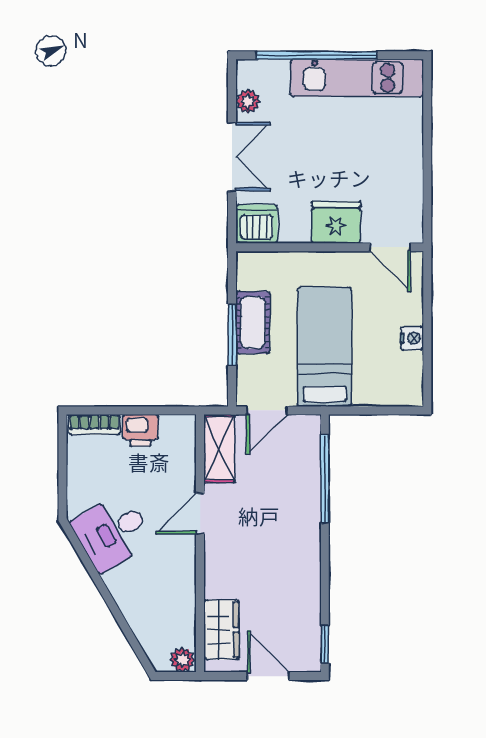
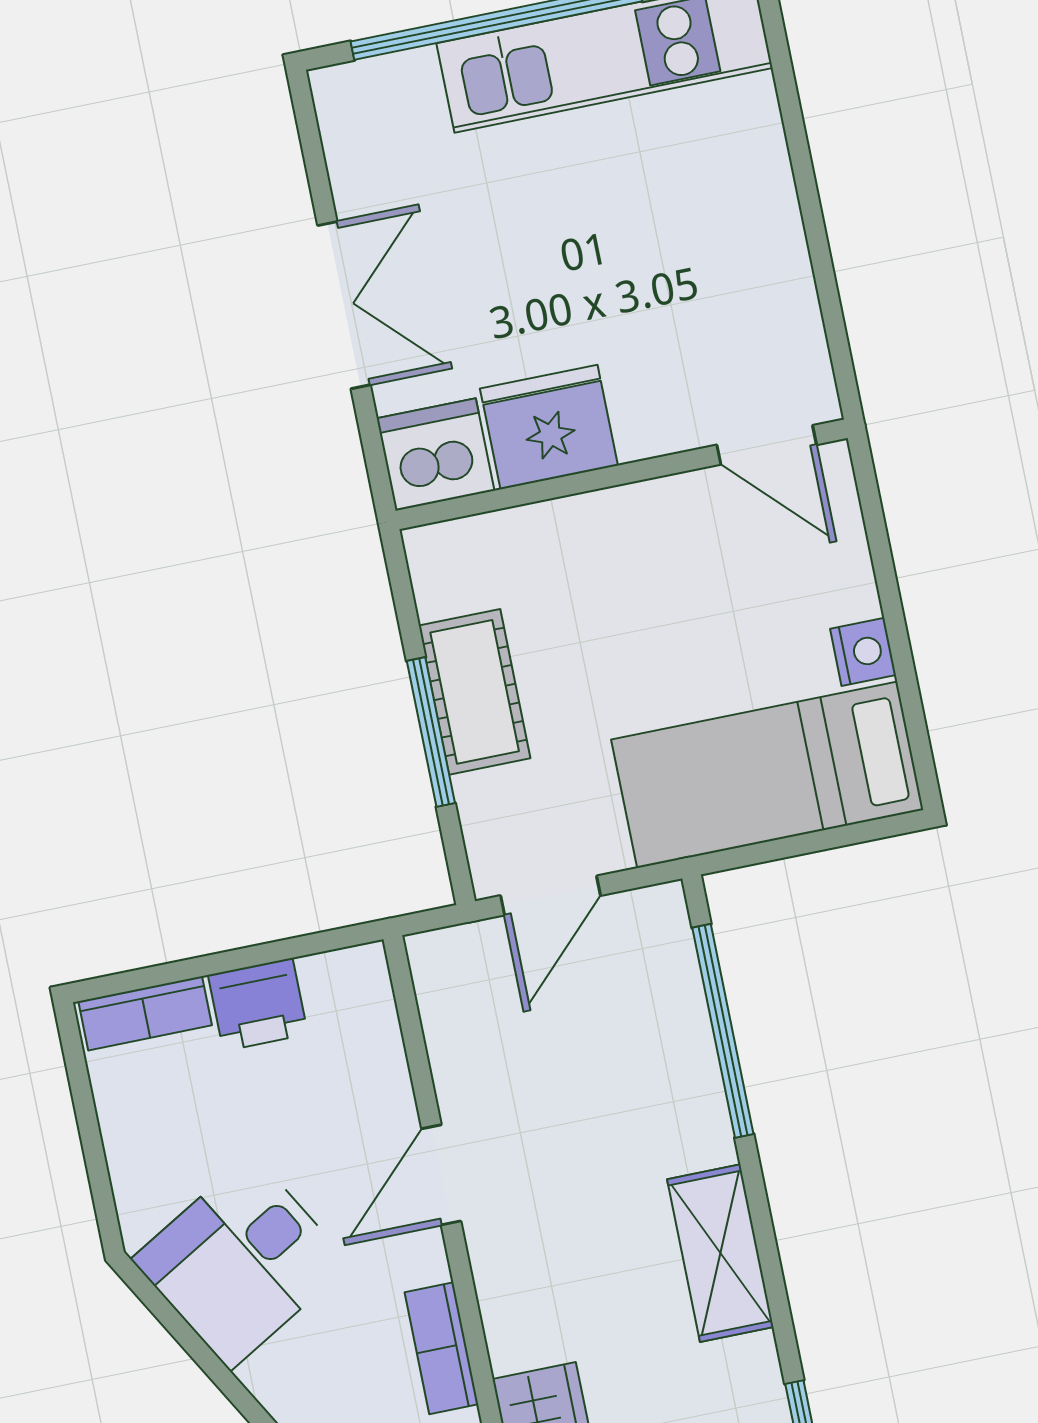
plant: (248, 101) -> (355, 165), removed
fridge: (336, 222) -> (549, 427), moved
bed: (325, 347) -> (767, 775), moved, turned -90
shelving: (219, 448) -> (720, 1253), moved
bookcase: (186, 583) -> (441, 1348), added

